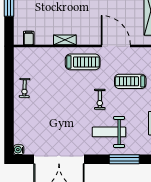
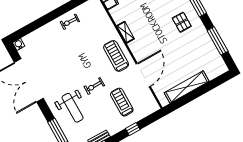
treadmill: (83, 62) -> (116, 56), turned 180
weight bench: (109, 132) -> (73, 108), turned 180

